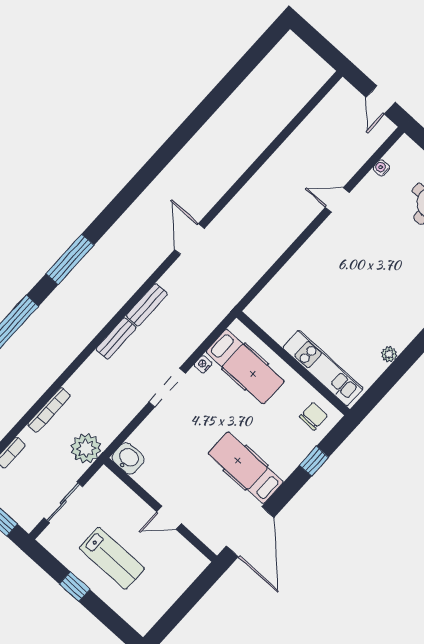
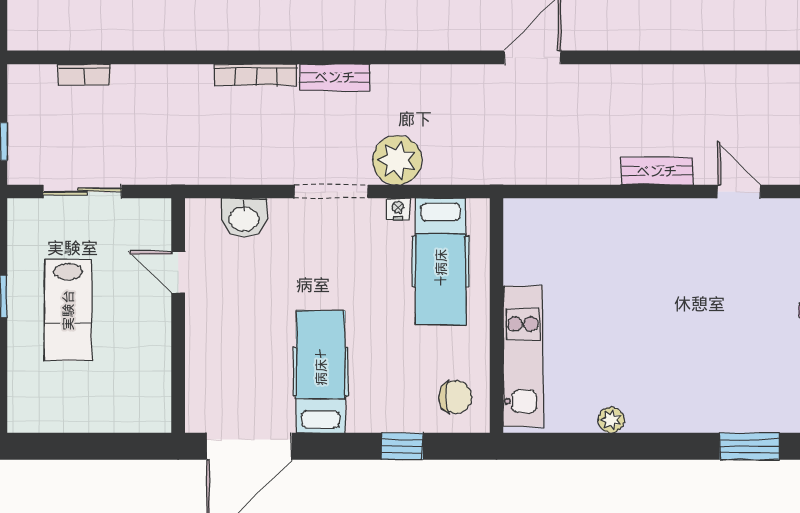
bench: (147, 305) -> (657, 171), moved
bookcase: (49, 410) -> (256, 75), moved
plant: (86, 448) -> (397, 160), moved
washbasin: (128, 458) -> (244, 218), moved, turned 90
door: (169, 518) -> (178, 272), moved

